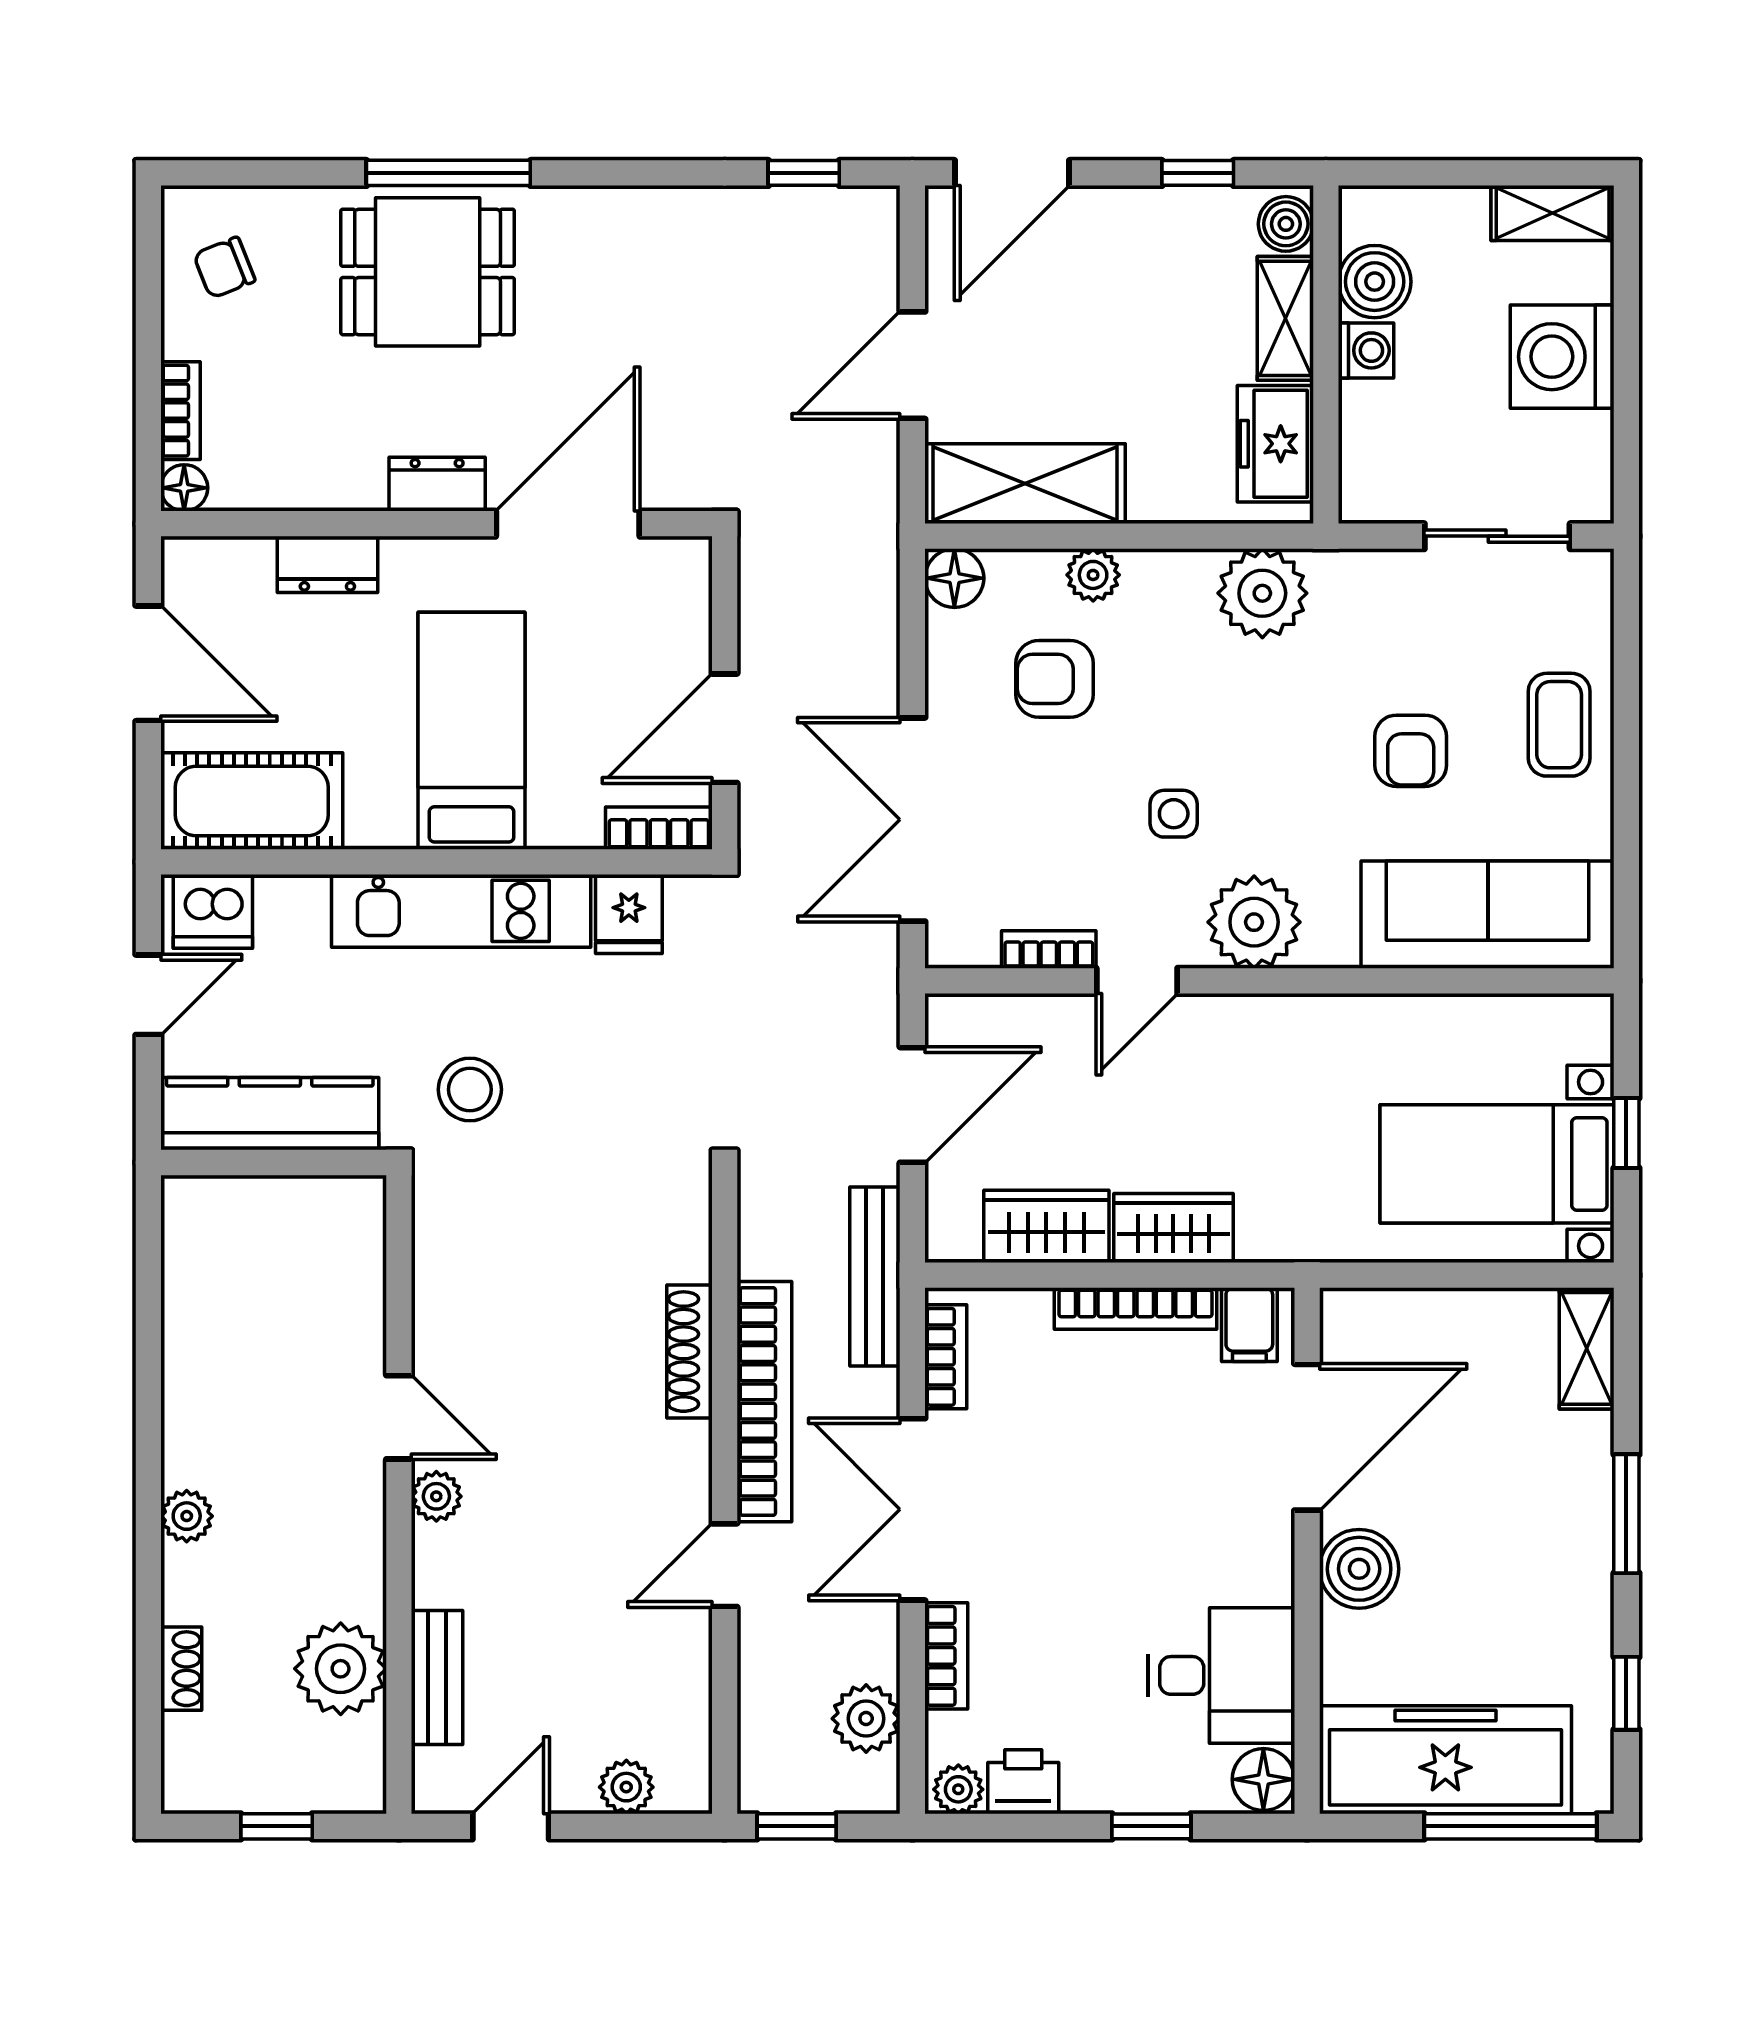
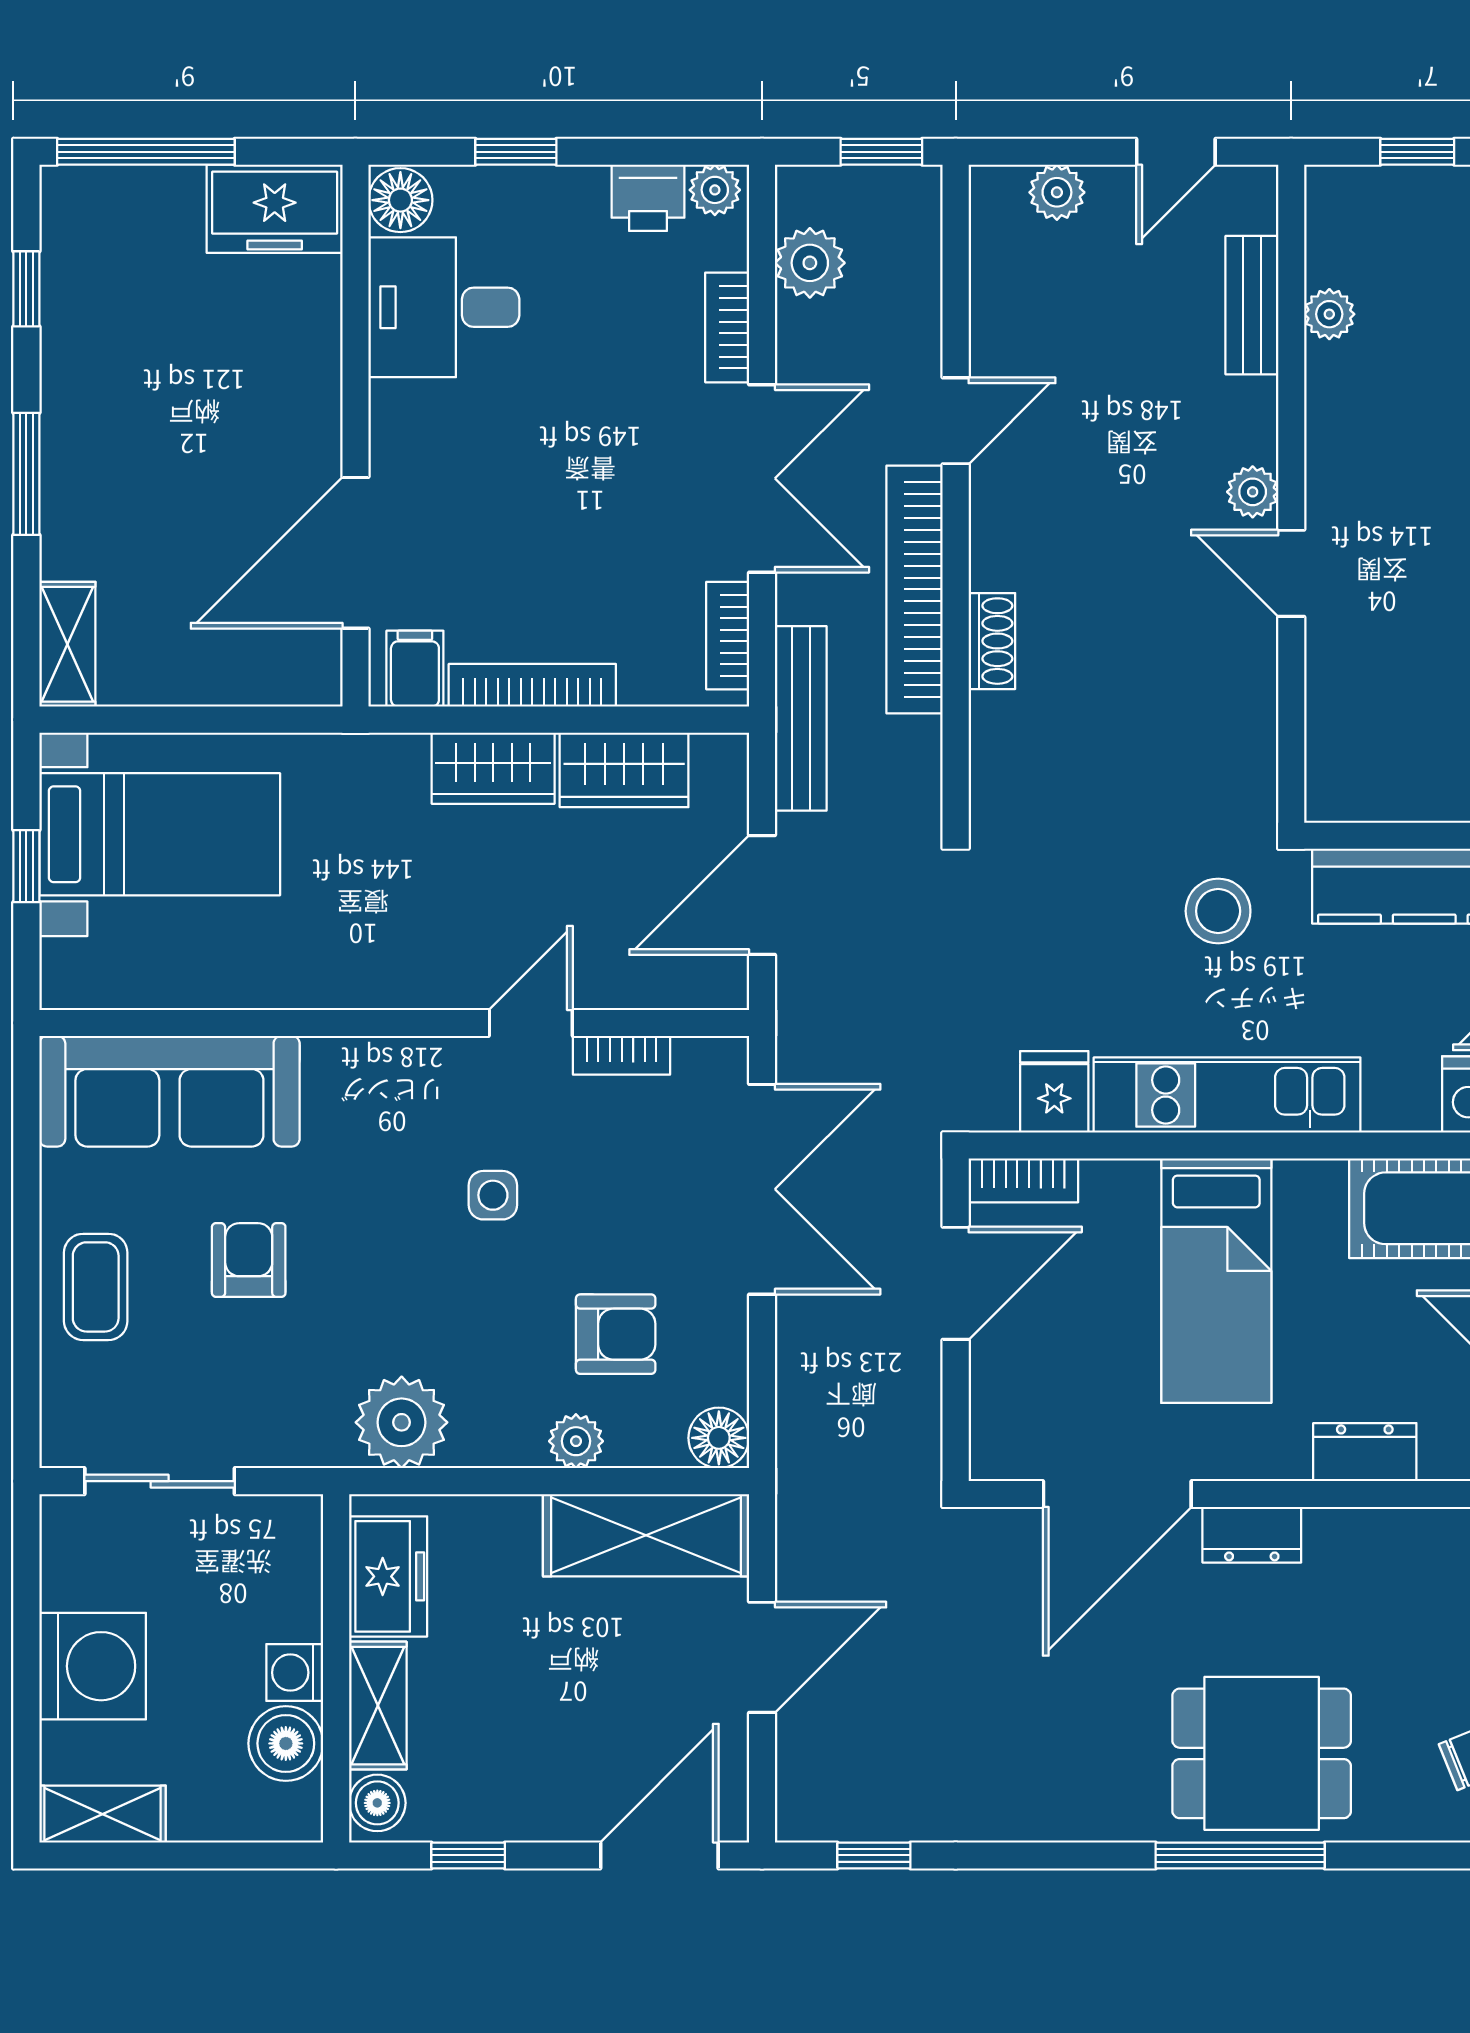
plant: (1254, 922) -> (410, 1083), removed
shoe rack: (689, 1352) -> (992, 641), width x0.70
boiler: (1359, 1569) -> (302, 417), removed
plant: (341, 1669) -> (1329, 314), width x0.53, depth x0.53
freezer: (1445, 1760) -> (275, 209), width x0.52, depth x0.79

